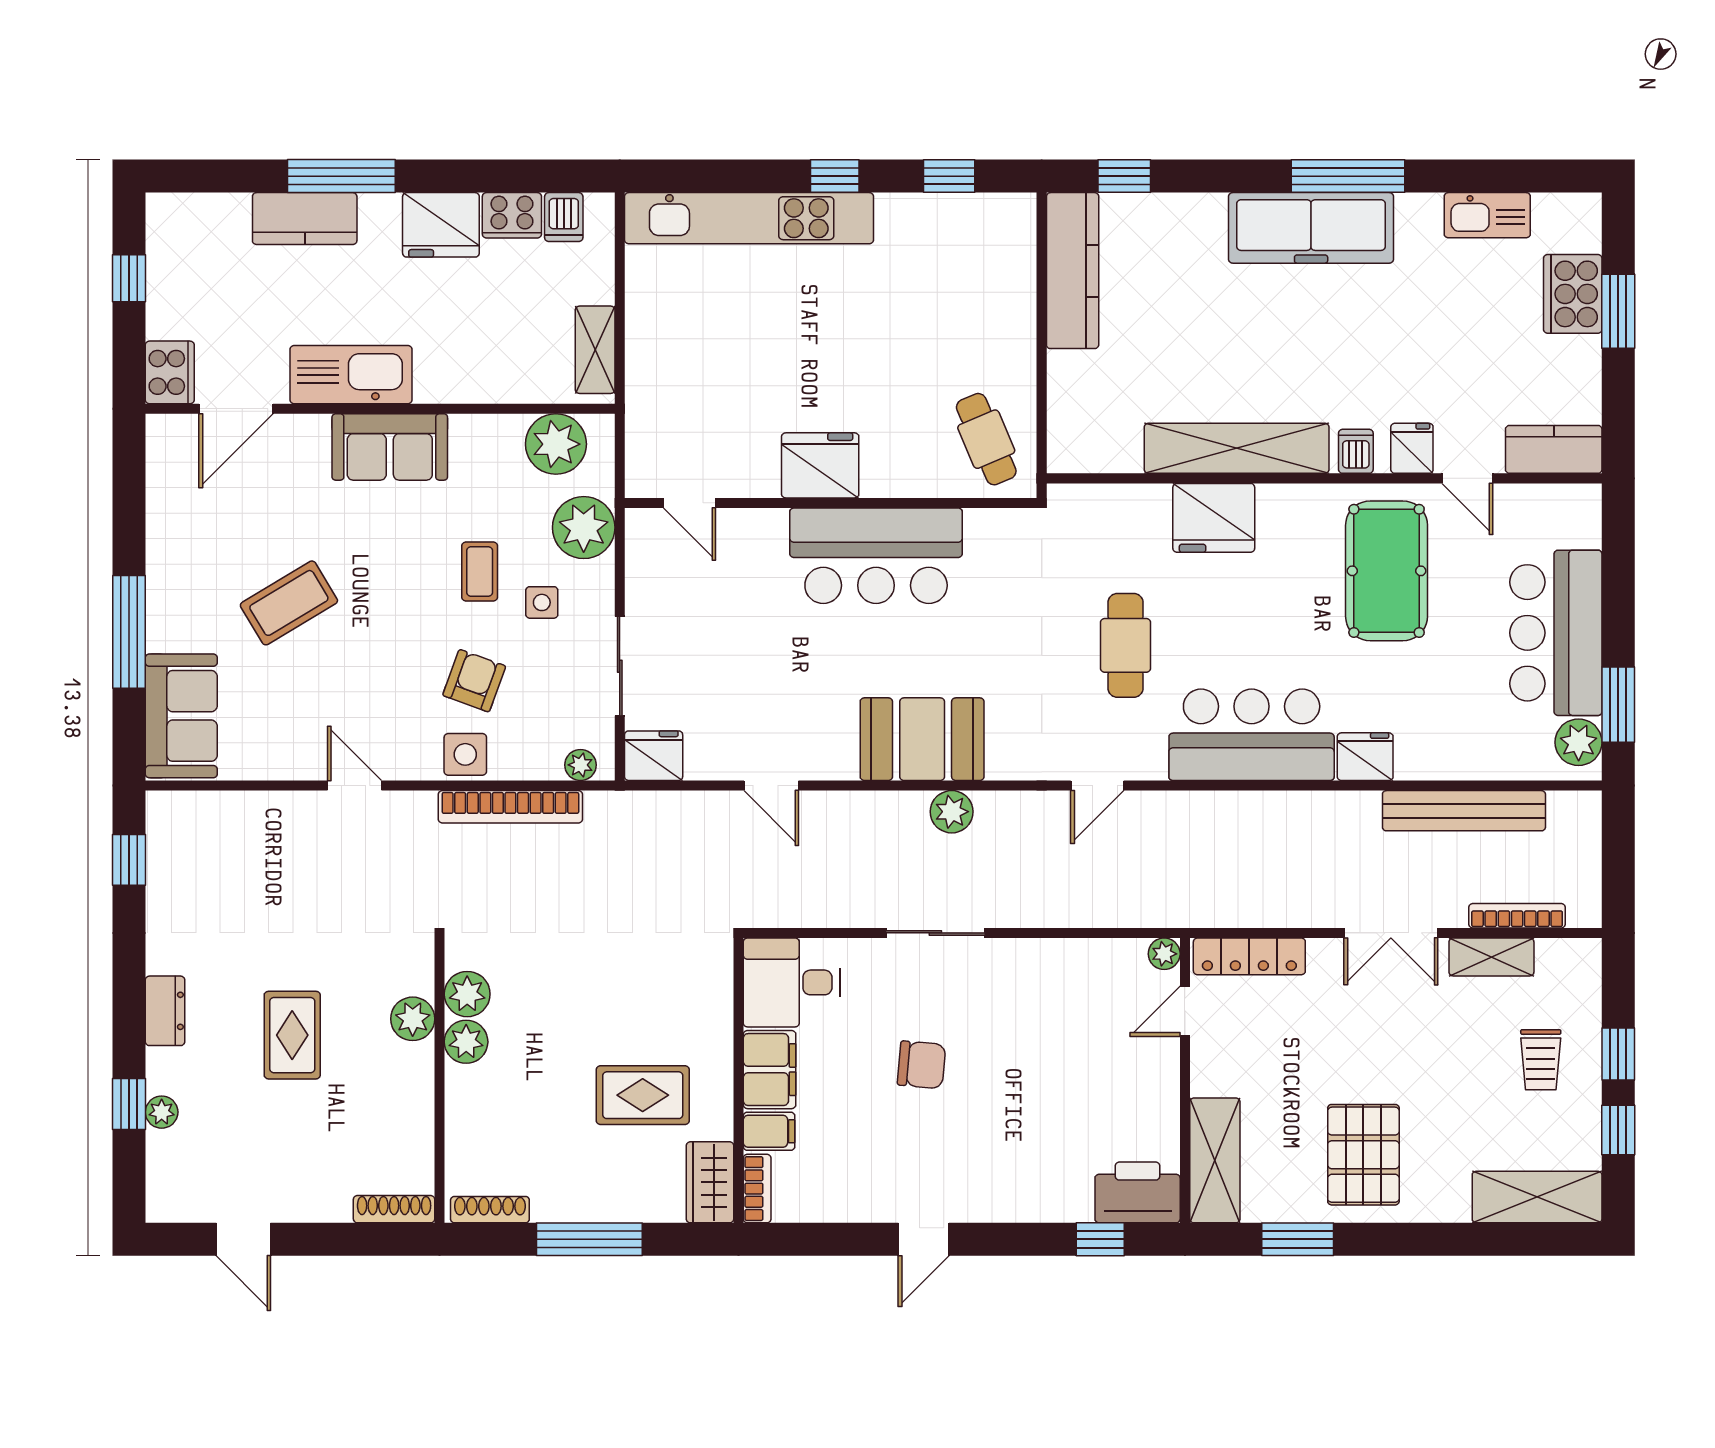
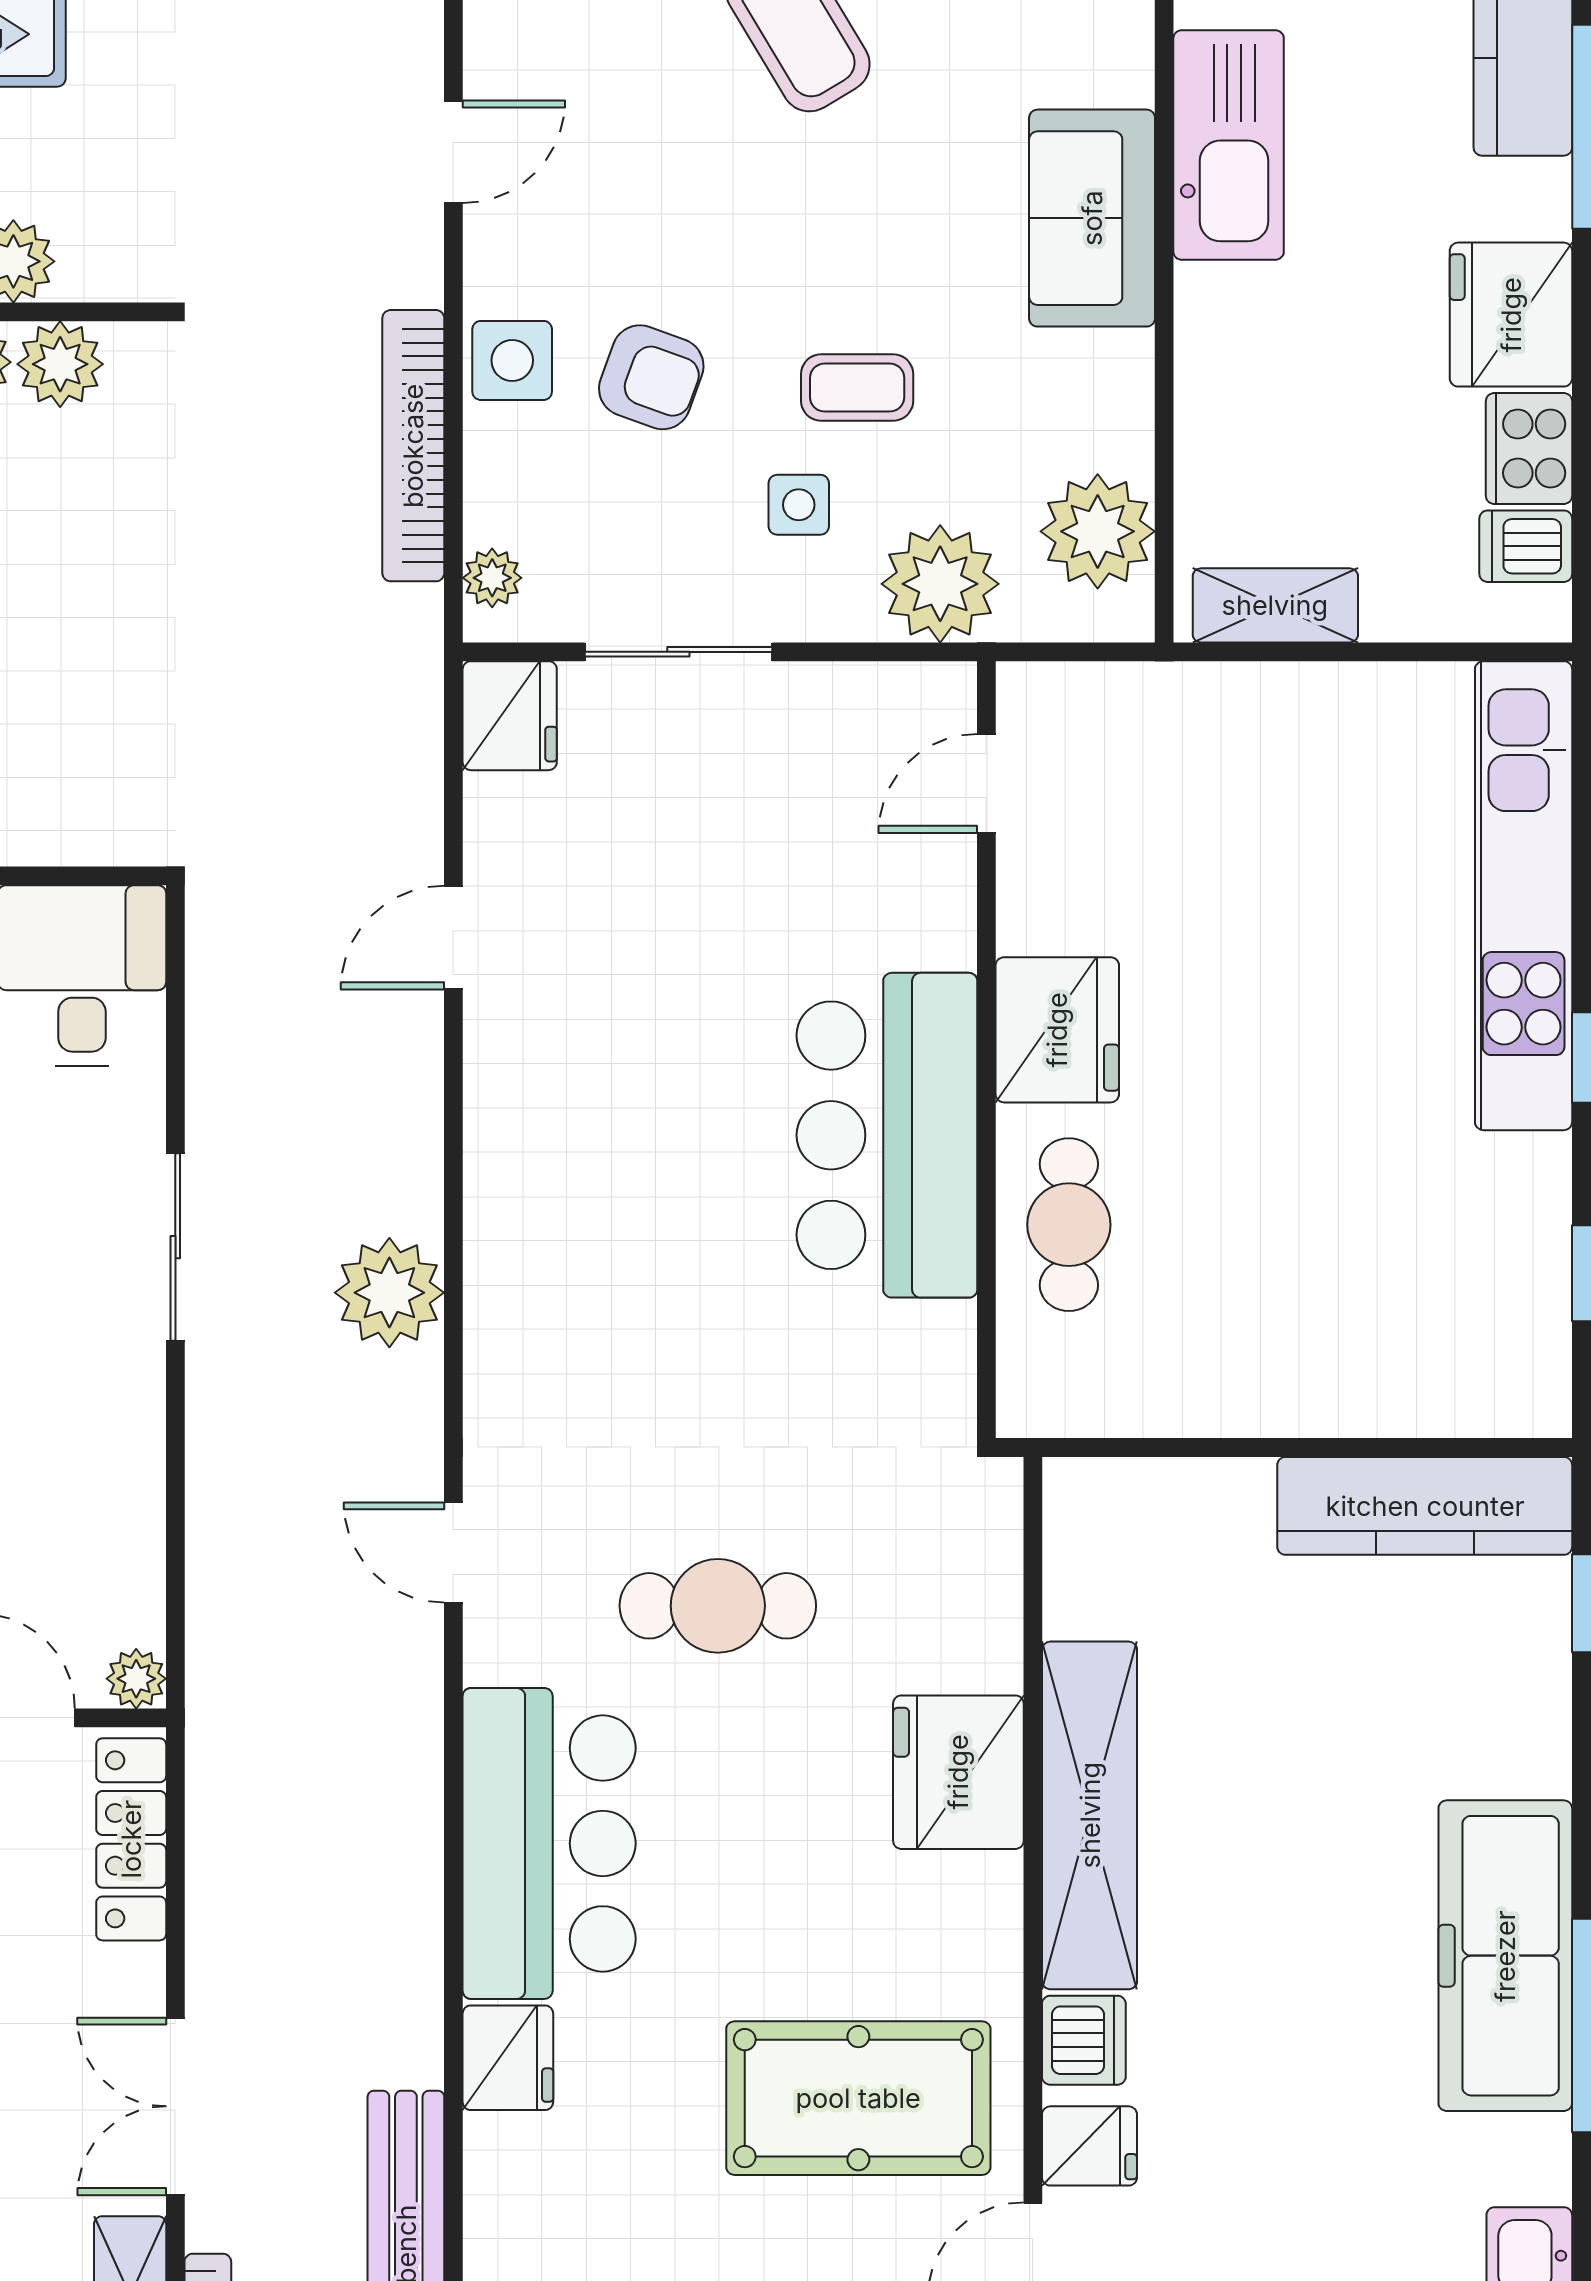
cafe table: (986, 439) -> (1069, 1225), moved, turned -67
dishwasher: (1356, 451) -> (1084, 2040), width x1.38
booth: (922, 739) -> (541, 1222), removed
plant: (952, 812) -> (389, 1293), width x1.36, depth x1.36

